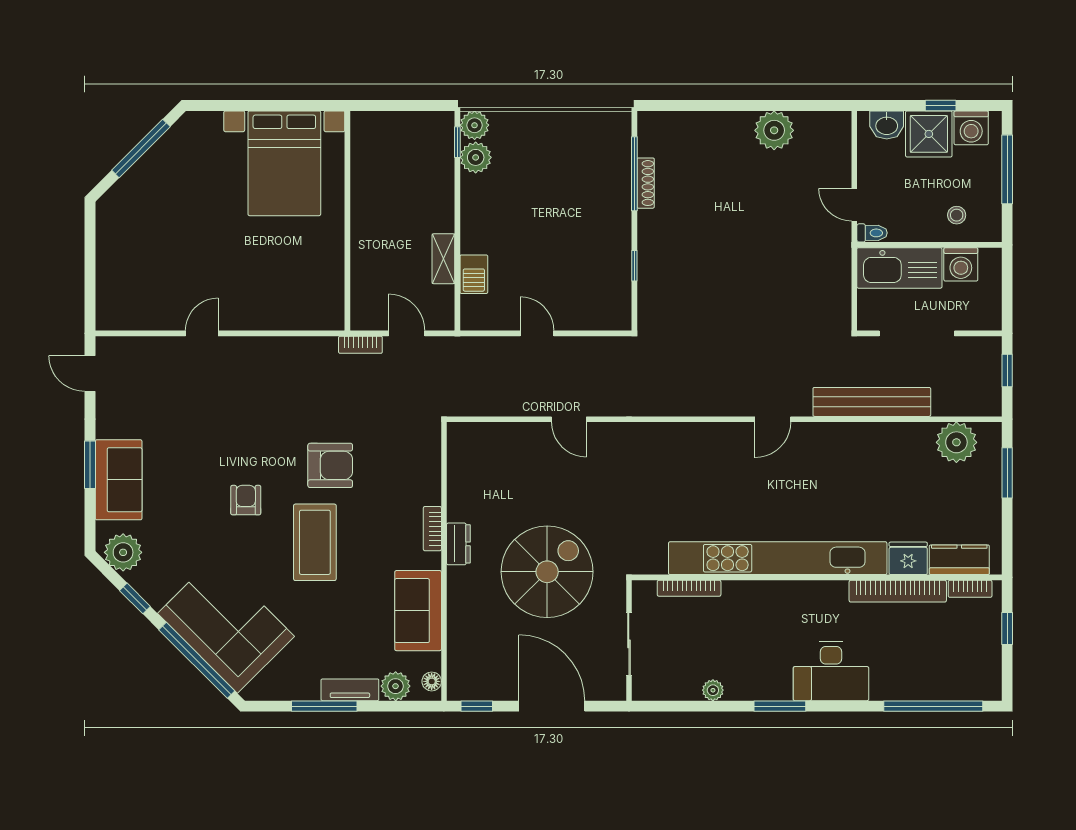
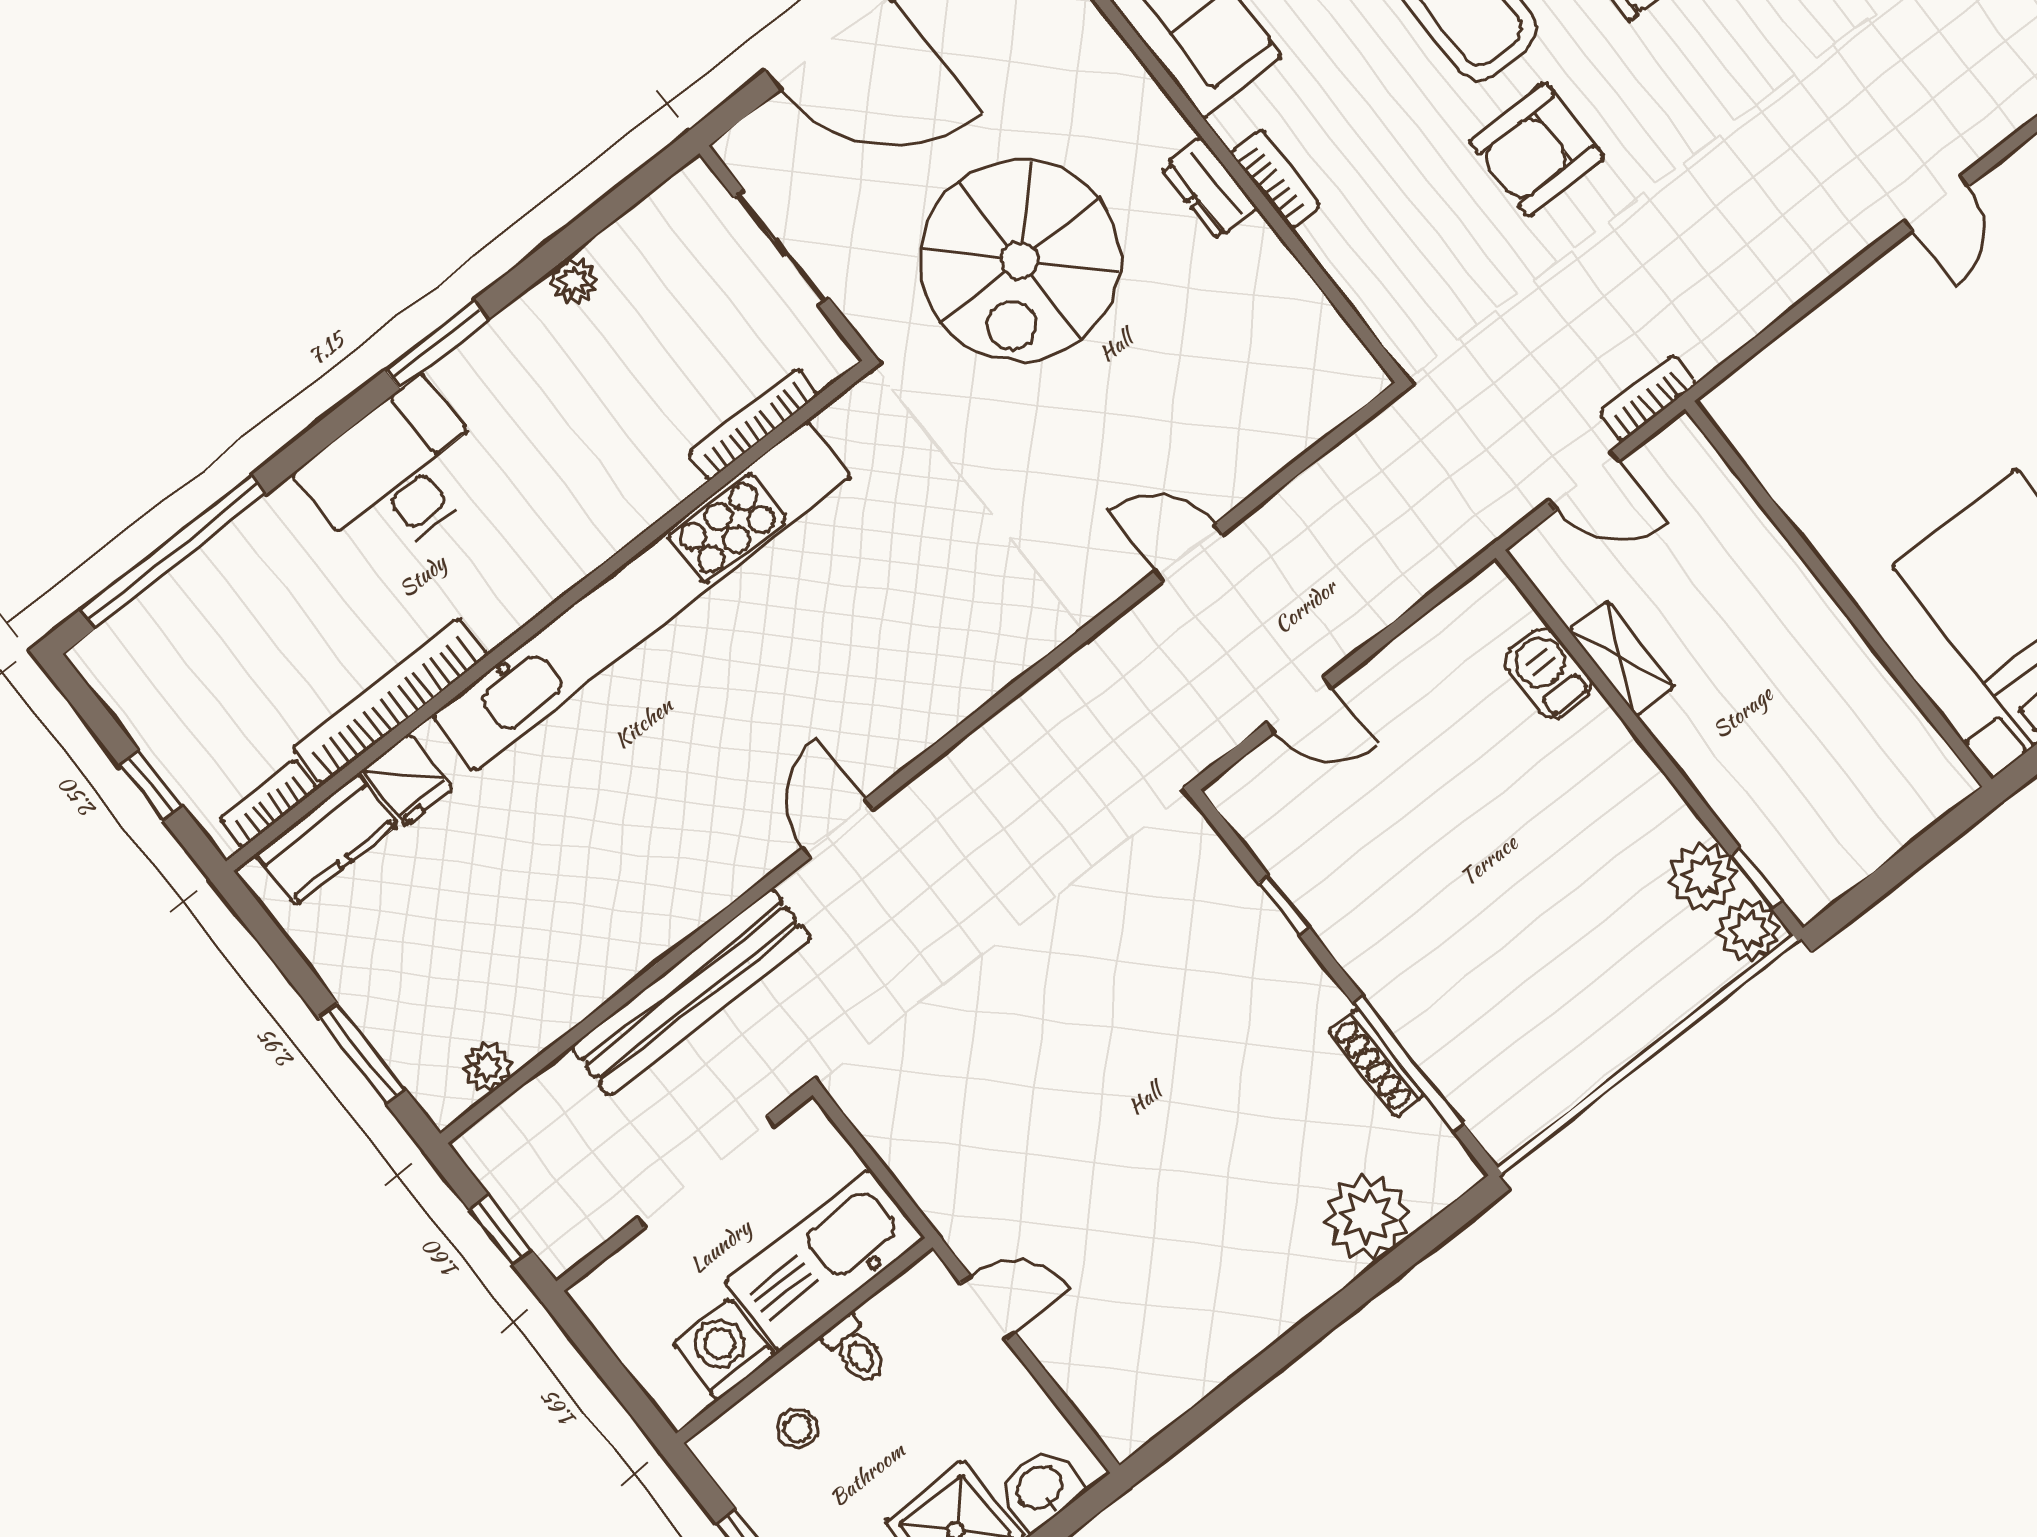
plant: (774, 130) -> (1367, 1217), moved
toilet: (872, 233) -> (855, 1350), moved, turned -90
door: (537, 333) -> (1299, 705), moved
plant: (956, 442) -> (487, 1067), width x0.53, depth x0.53
fridge: (908, 558) -> (407, 780), width x0.72

